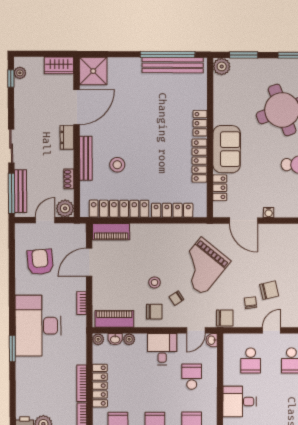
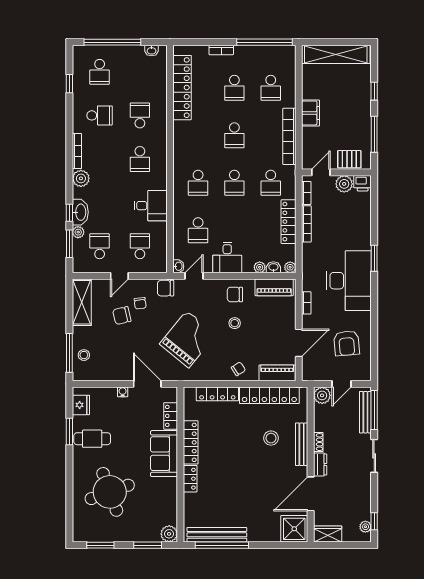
shoe rack: (69, 179) -> (318, 442), moved
chair: (176, 298) -> (238, 369), moved

